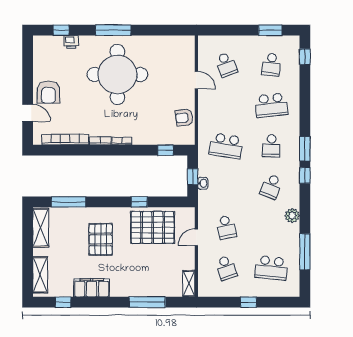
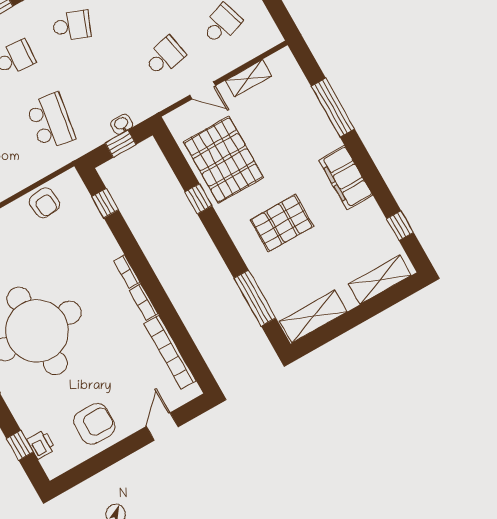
printer: (71, 42) -> (41, 444), moved
armchair: (48, 92) -> (94, 424), moved
shelving: (189, 284) -> (248, 78), moved
filing cabinet: (92, 288) -> (346, 178), moved

